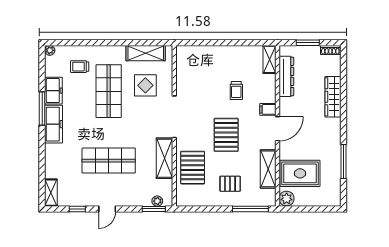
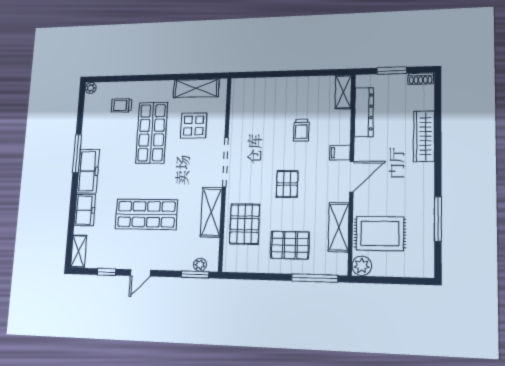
freezer: (53, 91) -> (85, 210), moved
pallet: (226, 135) -> (287, 184), width x0.67, depth x0.71
pallet: (230, 184) -> (290, 245), width x1.50, depth x1.42

